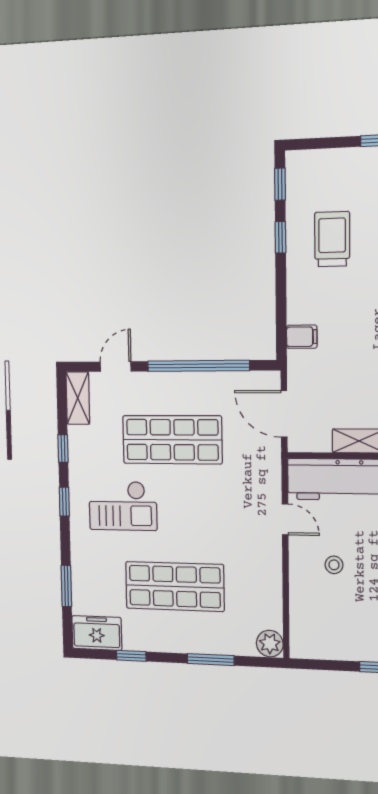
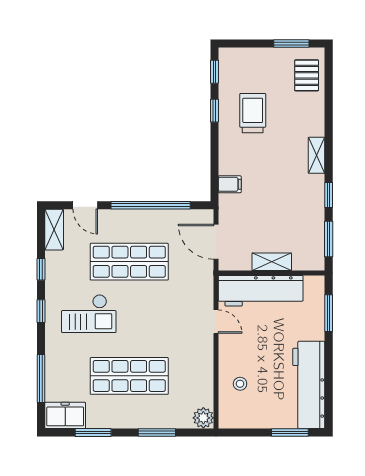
door: (116, 366) -> (85, 205), swing flipped
stool: (334, 565) -> (240, 384), moved
window: (66, 586) -> (41, 378), width x1.44
window: (131, 656) -> (93, 432), width x1.50

